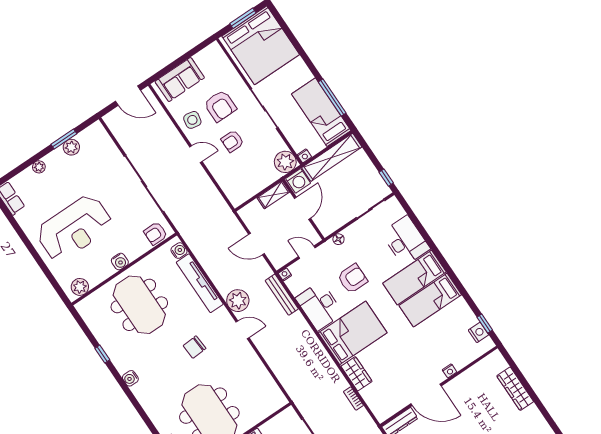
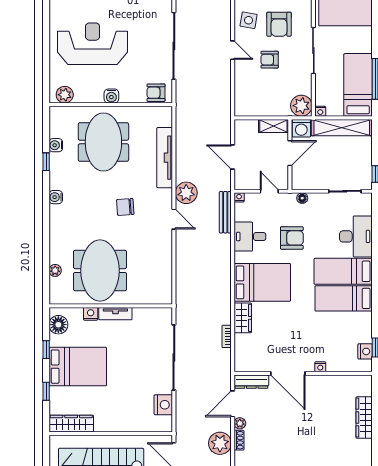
reception desk: (74, 228) -> (93, 44), turned 180
water cooler: (179, 251) -> (56, 145), moved, turned 180
desk: (319, 306) -> (250, 237), width x0.73

